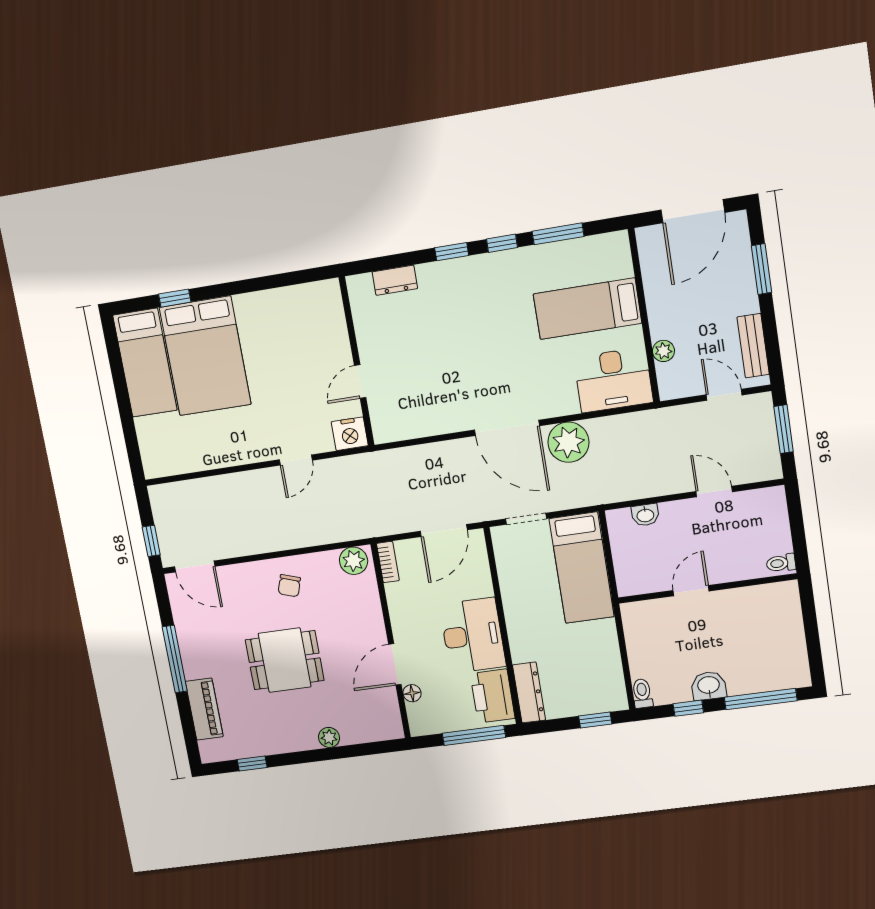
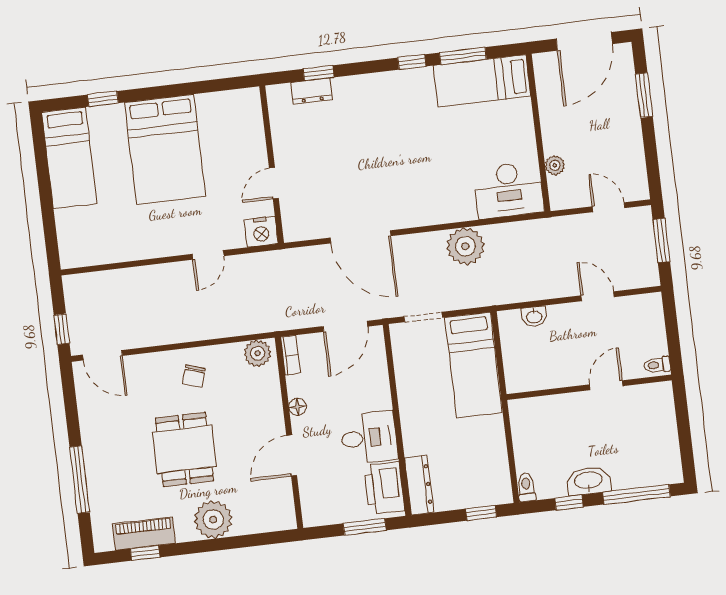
window: (452, 252) -> (319, 73), moved
bed: (587, 309) -> (482, 81), moved
bench: (753, 346) -> (635, 164), removed
bed: (205, 356) -> (165, 149), moved
door: (507, 428) -> (360, 237), moved
door: (691, 591) -> (606, 385), moved
desk: (473, 635) -> (369, 438), width x0.73
window: (175, 659) -> (80, 480), moved
dining table: (285, 660) -> (184, 449), turned 90
washbasin: (709, 686) -> (588, 481), width x1.38
floor lamp: (412, 693) -> (298, 407), moved
piano: (204, 709) -> (144, 534), moved, turned -90
window: (474, 735) -> (365, 527), width x0.69
plant: (329, 737) -> (213, 520), width x1.87, depth x1.87

